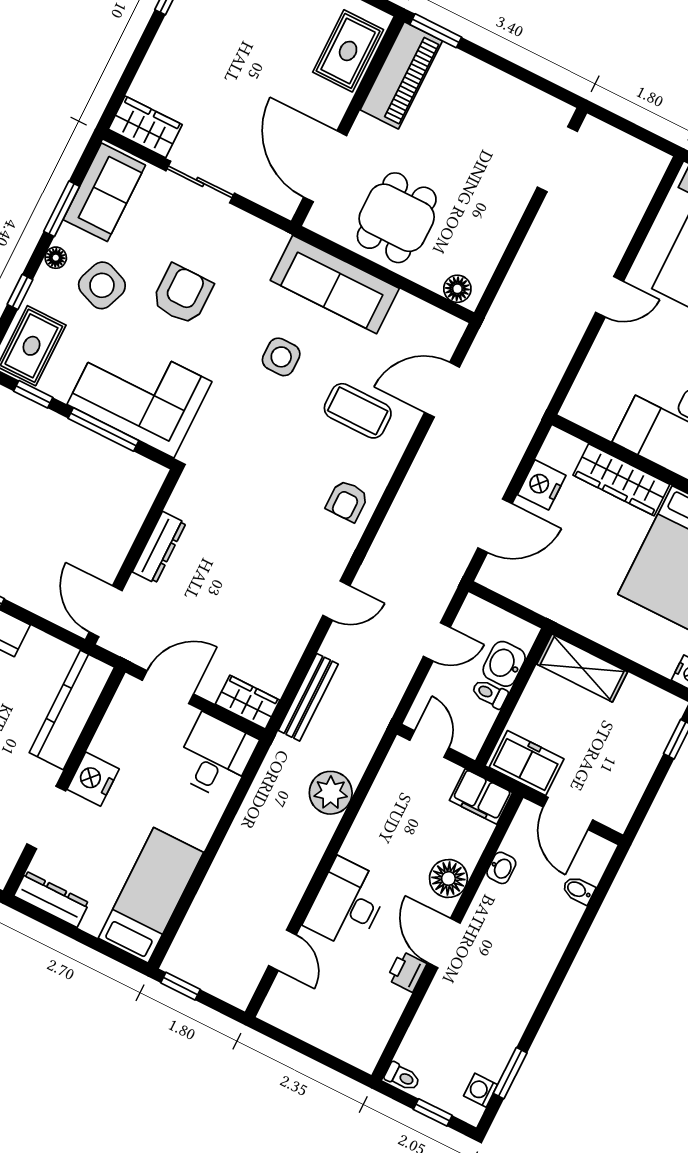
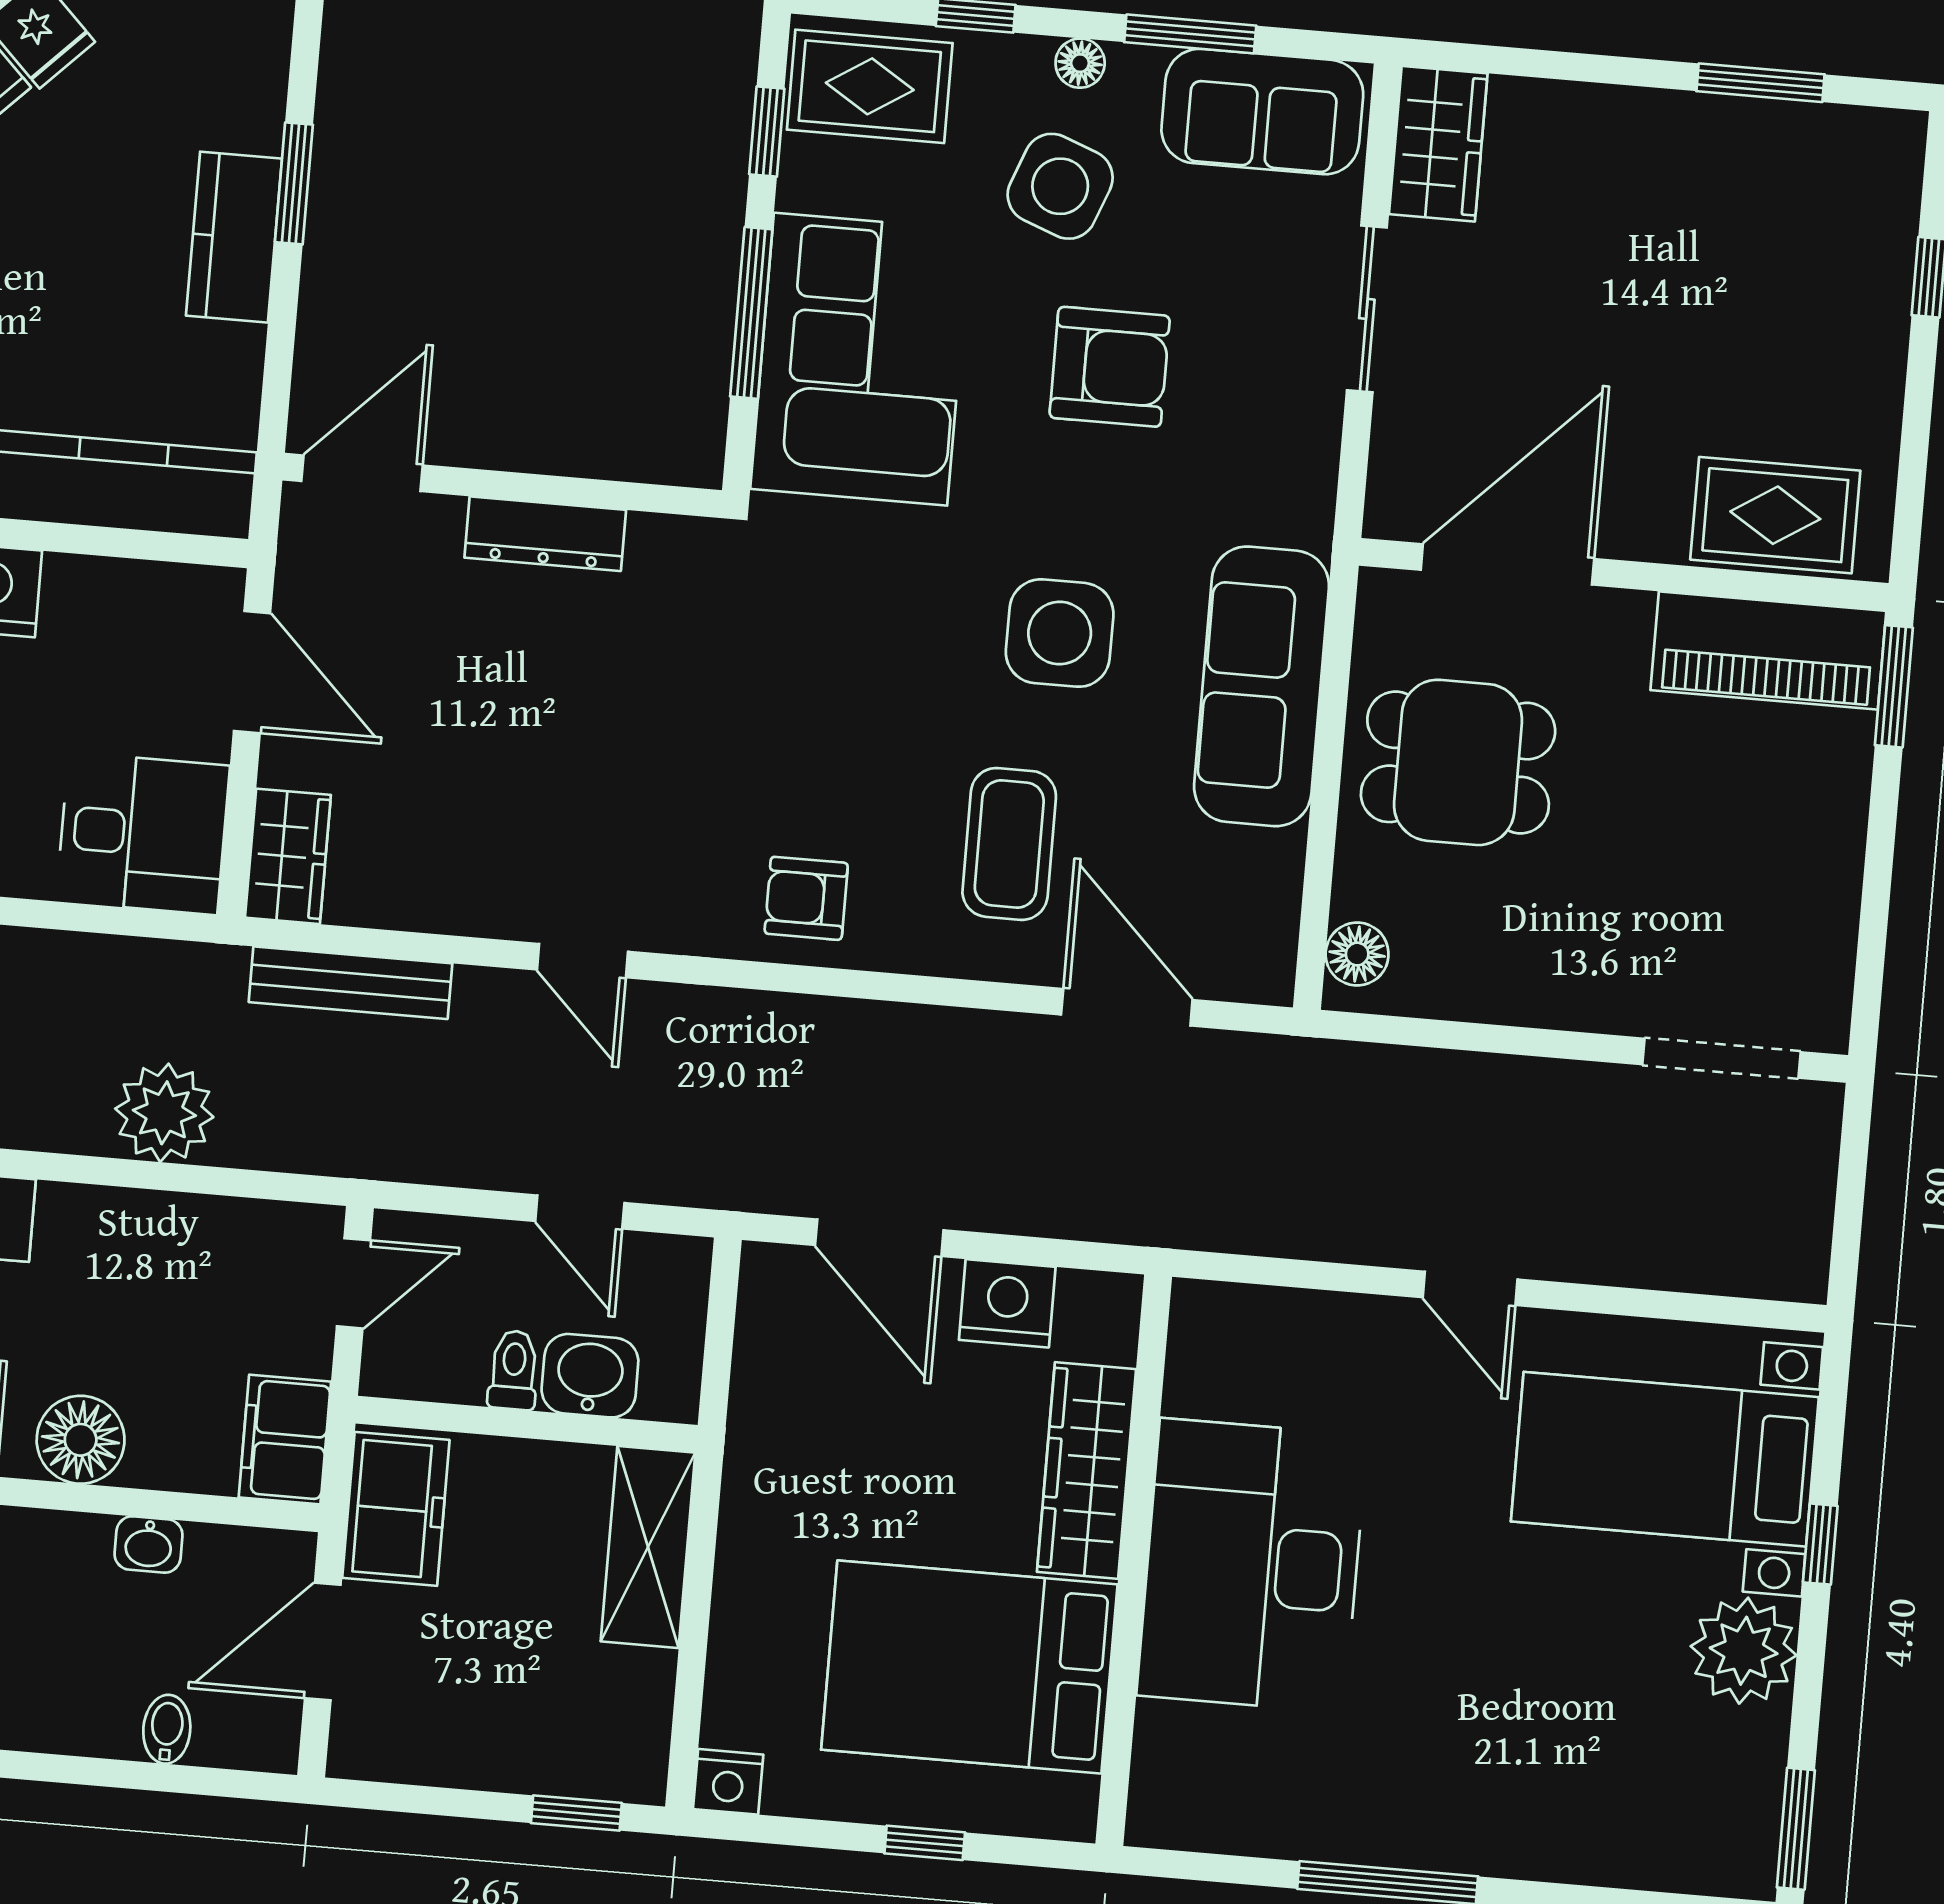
side table: (281, 357) -> (1060, 633), width x1.37, depth x1.37

